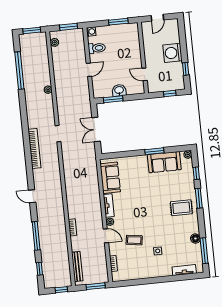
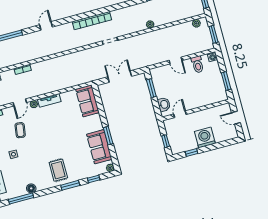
washbasin: (119, 90) -> (164, 104), moved
sofa: (110, 178) -> (87, 101), moved, turned 90

